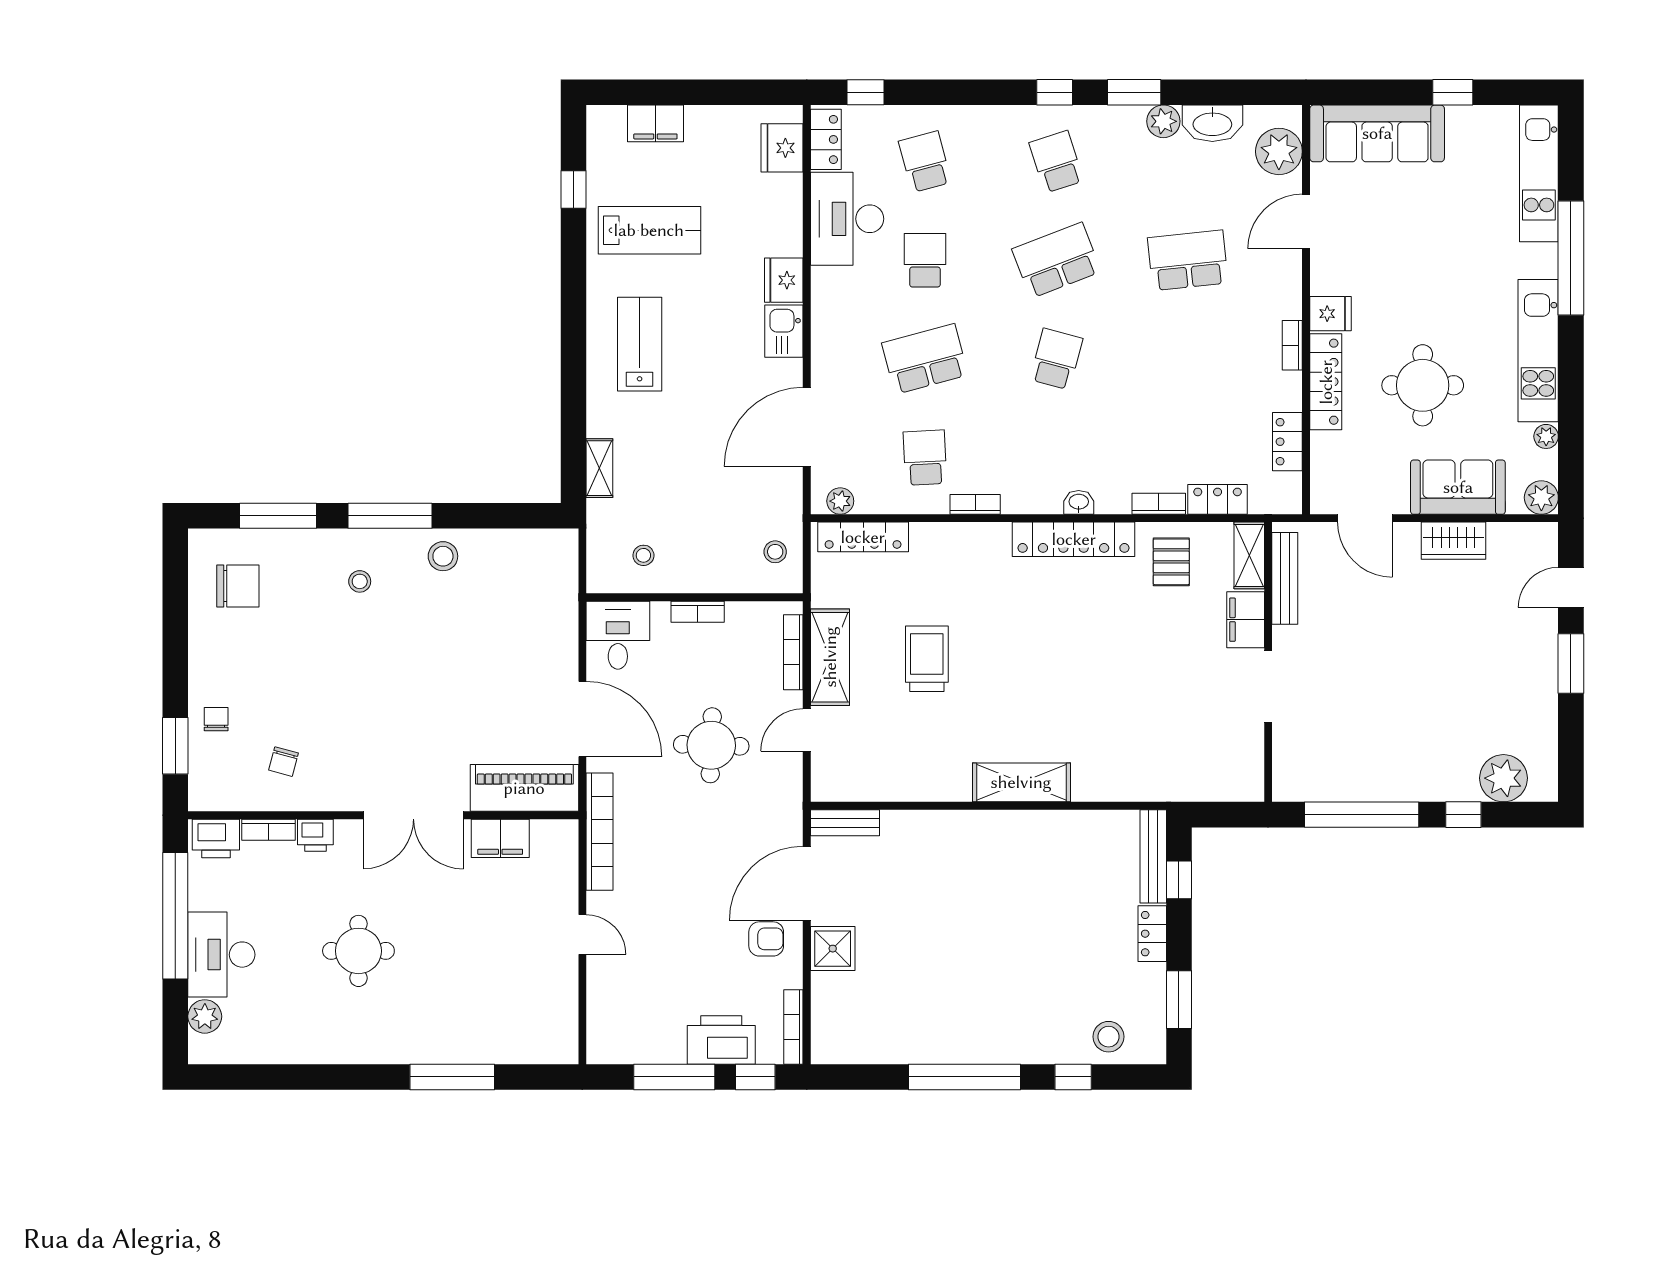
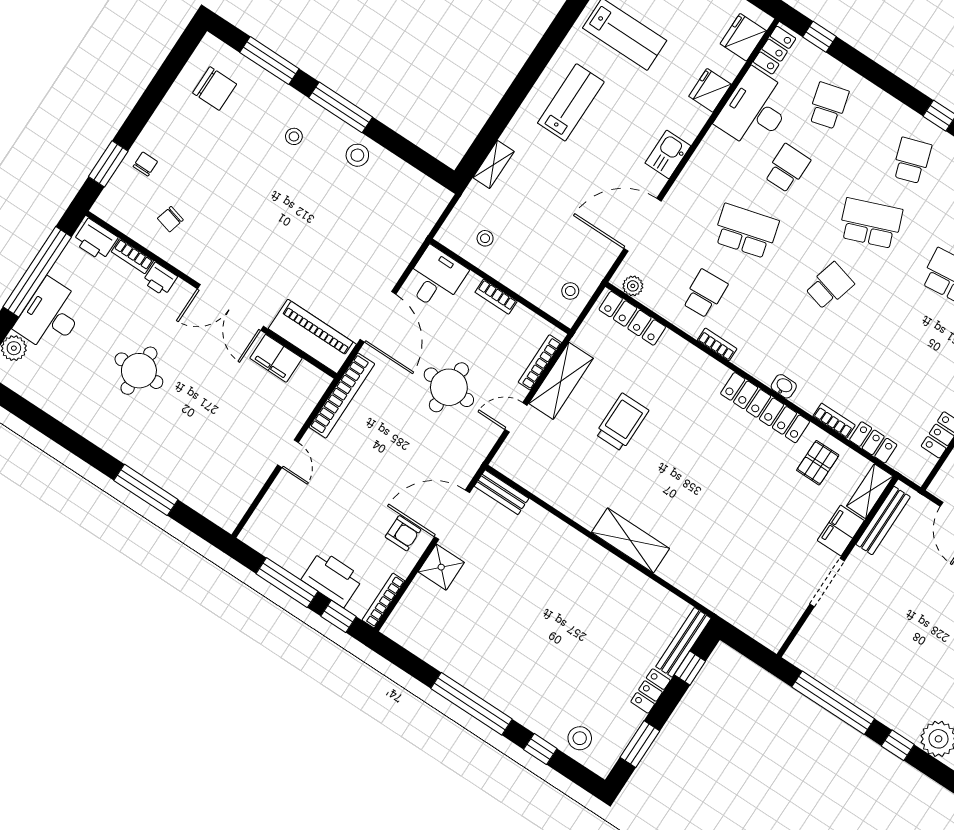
fridge: (784, 280) -> (710, 90), moved

